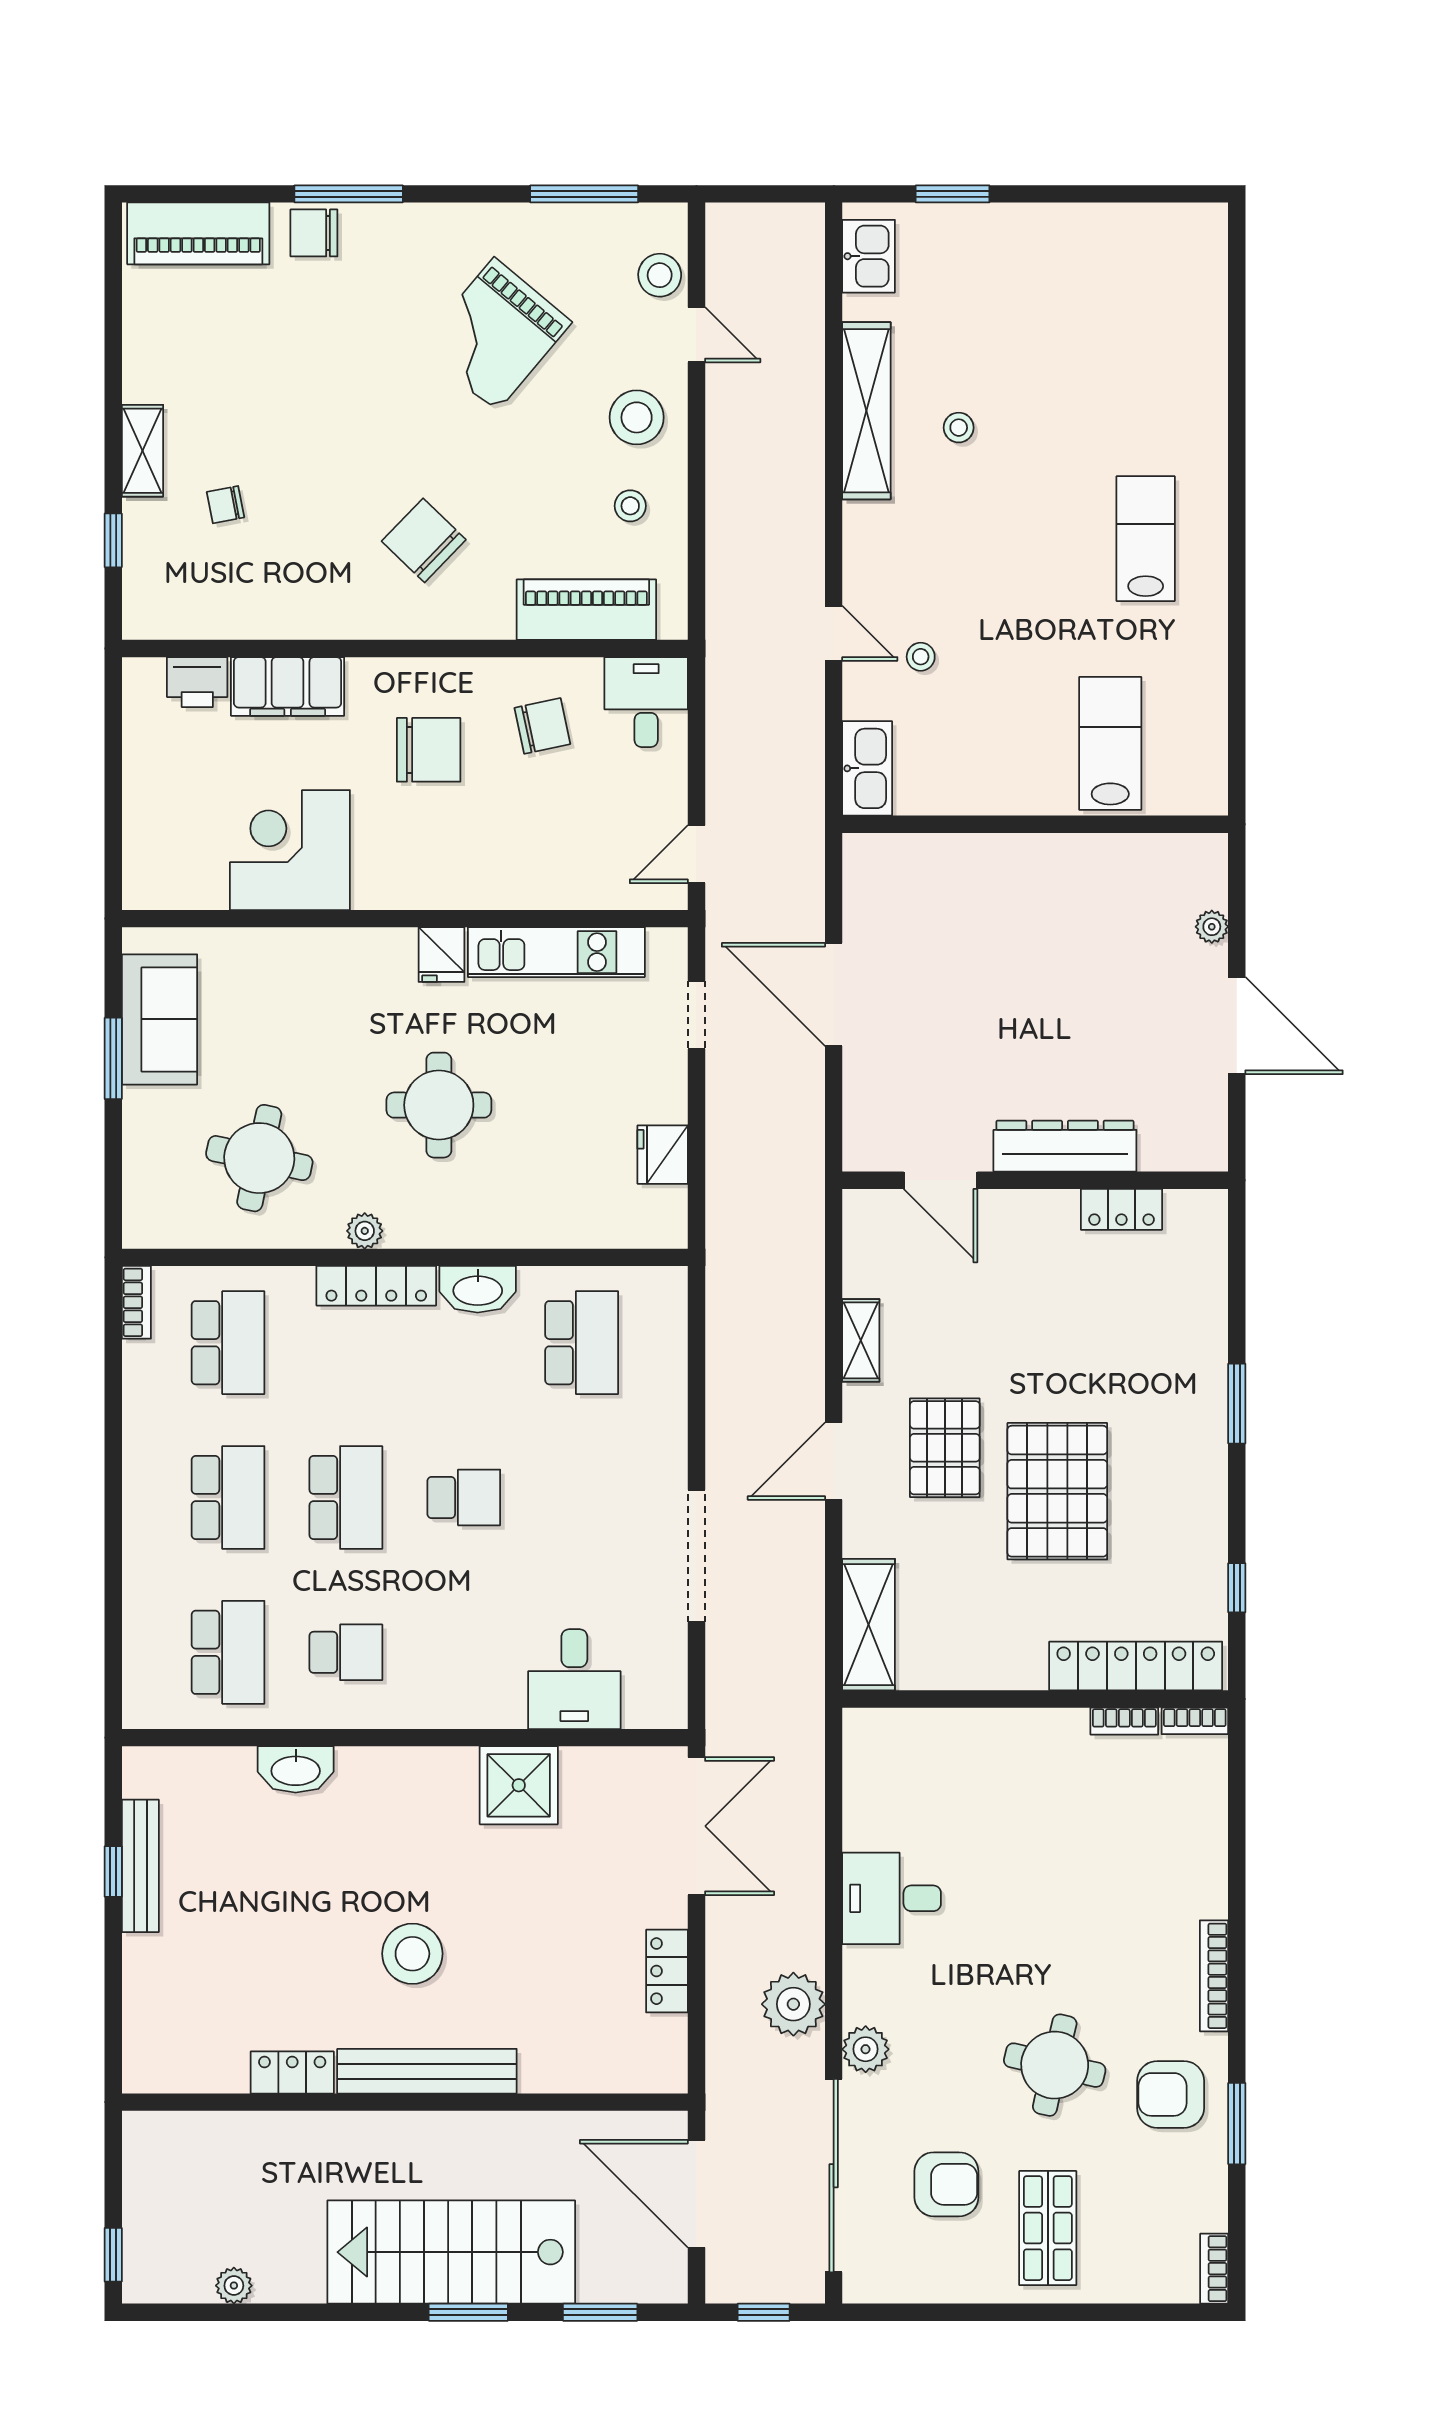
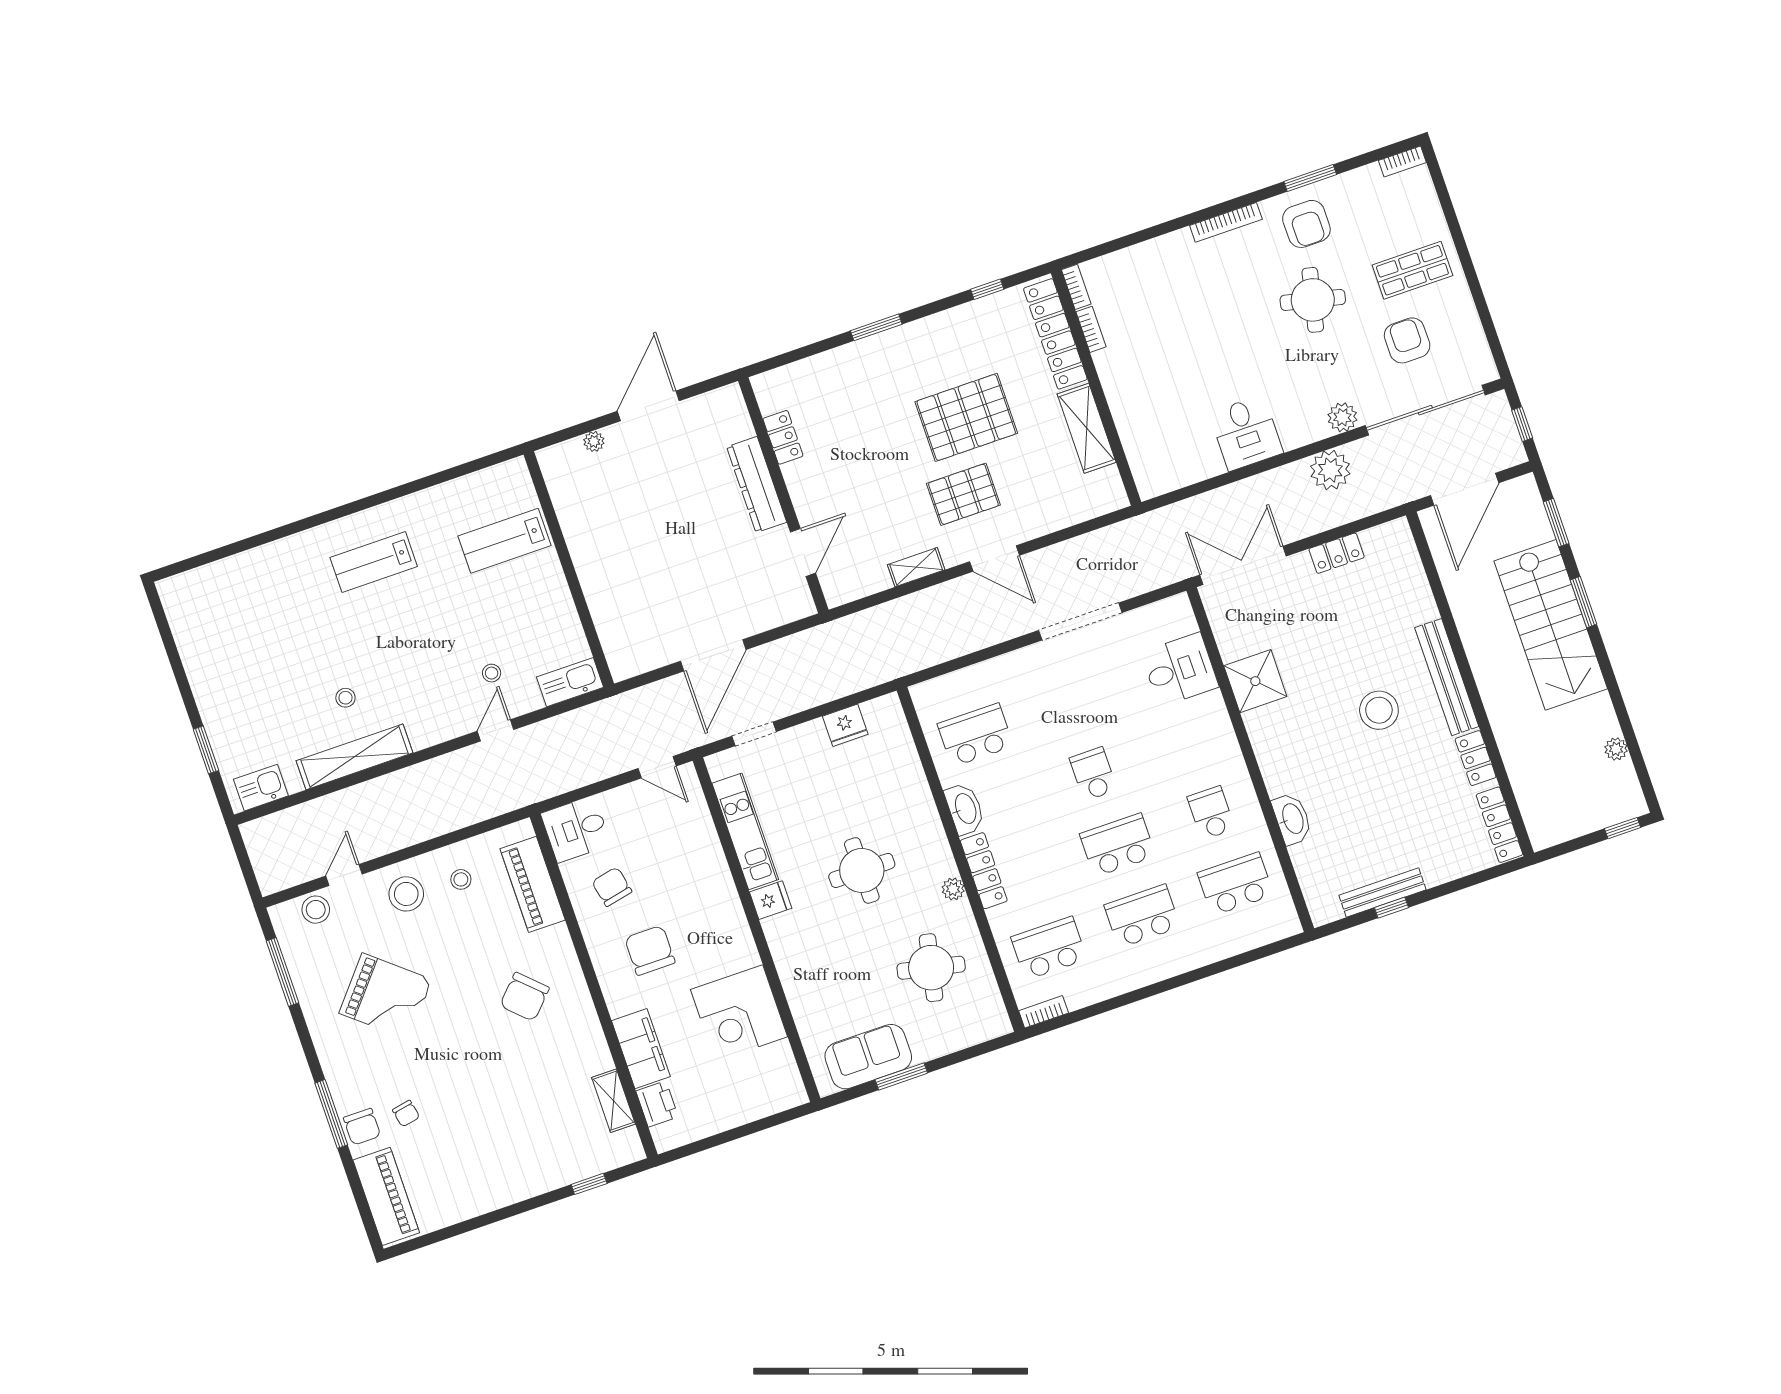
shelving: (142, 451) -> (614, 1101), moved, turned 90
chair: (225, 505) -> (406, 1114), moved
shelving: (869, 1625) -> (1087, 428), moved, turned 90
locker: (181, 2074) -> (1499, 825), added

